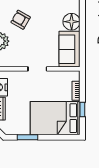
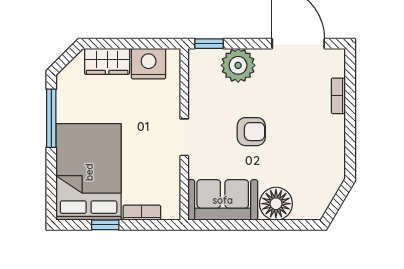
armchair: (21, 20) -> (251, 132), moved, turned 60
window: (28, 137) -> (51, 118), width x1.44

